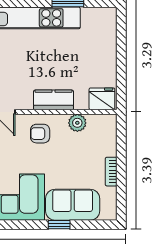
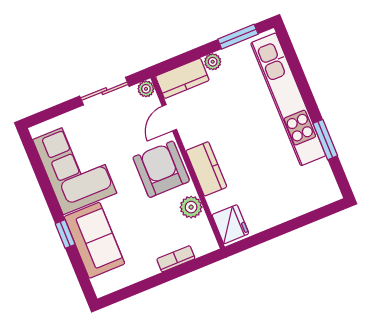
armchair: (40, 134) -> (161, 169), width x1.88, depth x1.88
bookcase: (111, 172) -> (176, 259), moved

